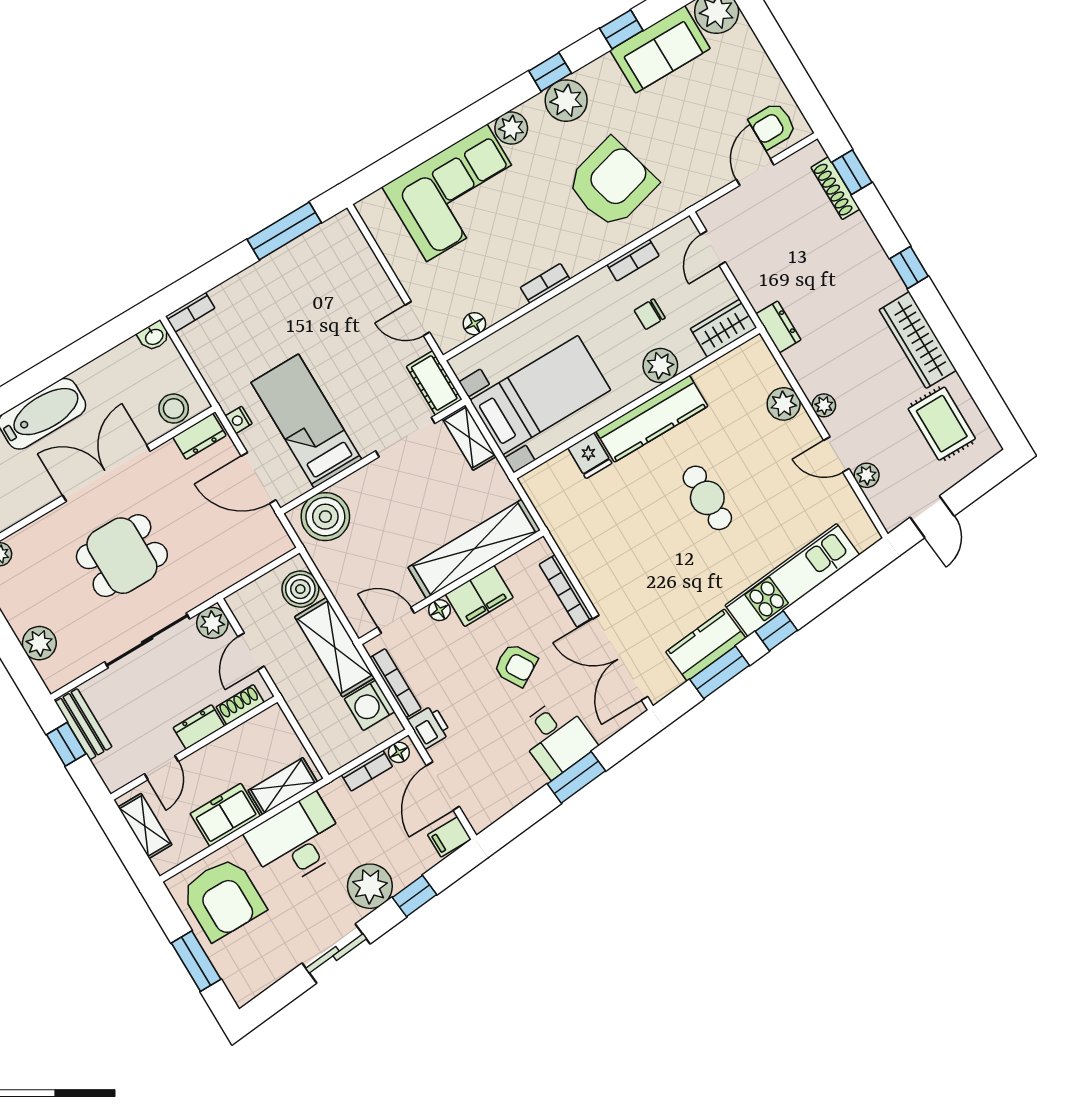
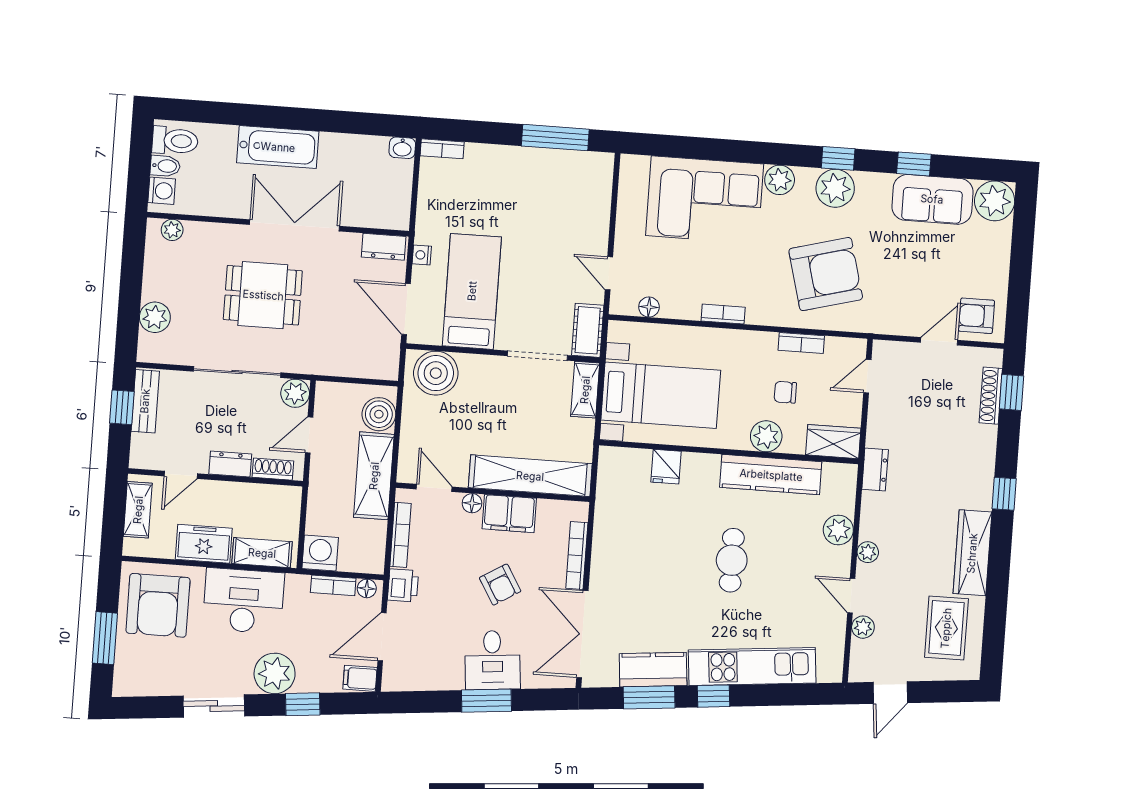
stool: (174, 409) -> (379, 212), removed
kitchen counter: (652, 419) -> (771, 475), moved
washing machine: (370, 705) -> (320, 553), moved, turned 90

